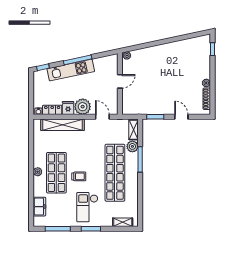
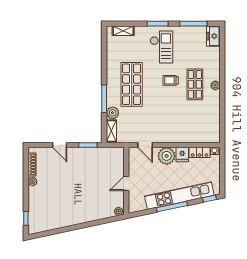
kitchen unit: (71, 70) -> (179, 196), width x1.36
shelving: (62, 125) -> (188, 136), removed
shop shelf: (56, 173) -> (195, 84), width x0.70, depth x0.74
shop shelf: (115, 173) -> (132, 84), width x0.71
freezer: (39, 207) -> (213, 36), moved

